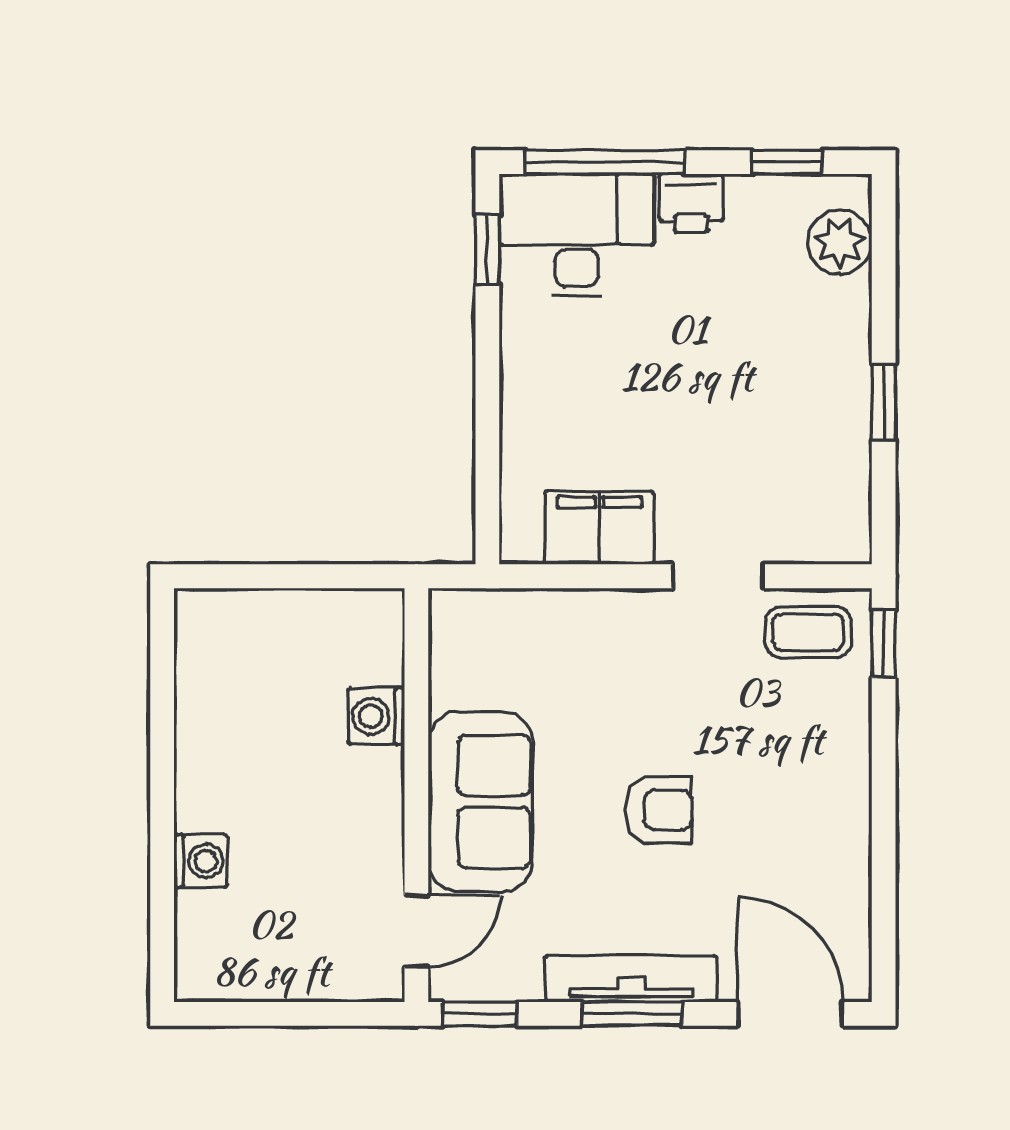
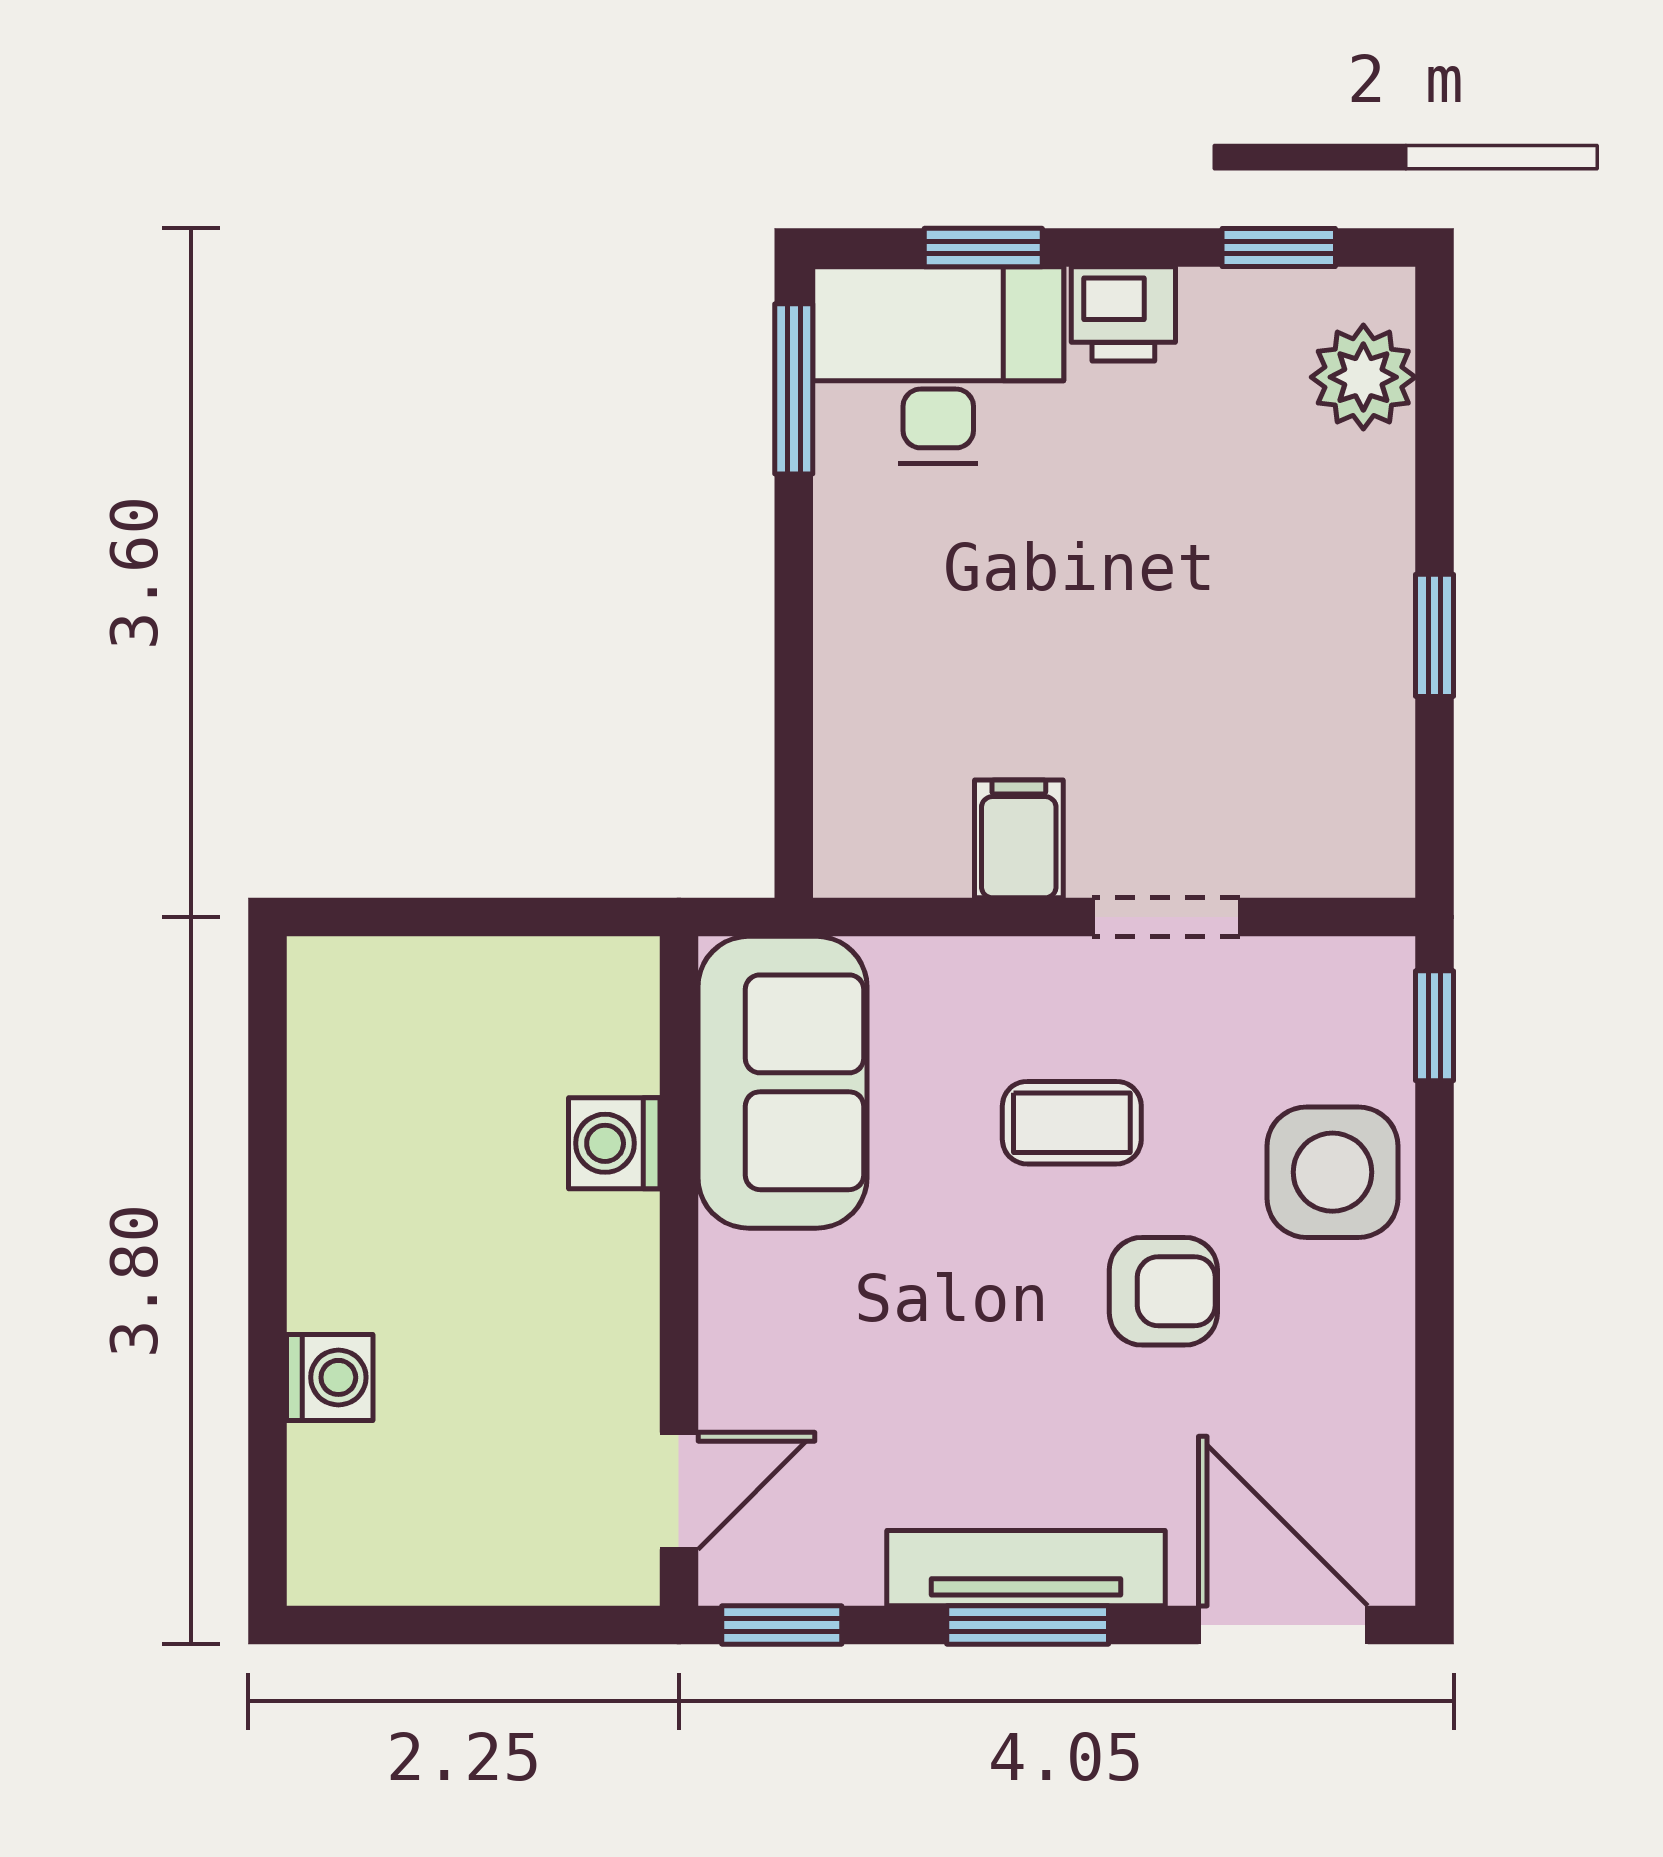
window: (605, 162) -> (983, 248), width x0.46
window: (487, 250) -> (794, 389), width x1.50
filing cabinet: (599, 528) -> (1019, 839), width x0.50
coffee table: (808, 632) -> (1072, 1123), moved
side table: (821, 734) -> (1332, 1172), added
sofa: (480, 802) -> (782, 1082), moved
armchair: (658, 810) -> (1163, 1291), moved

